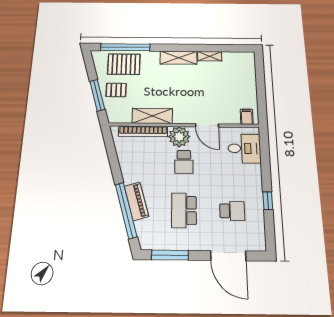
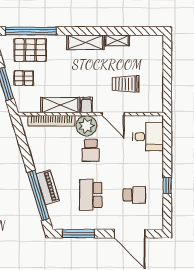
trolley: (219, 96) -> (126, 84), added
filing cabinet: (247, 117) -> (86, 105), moved

